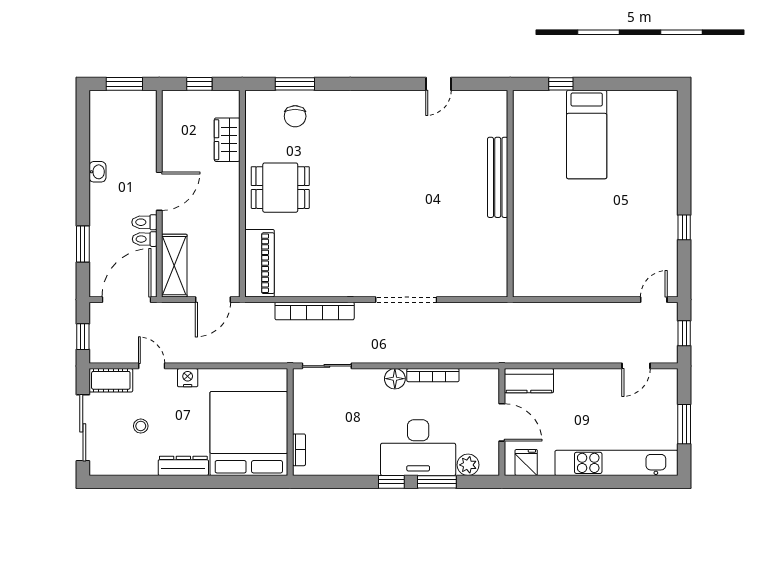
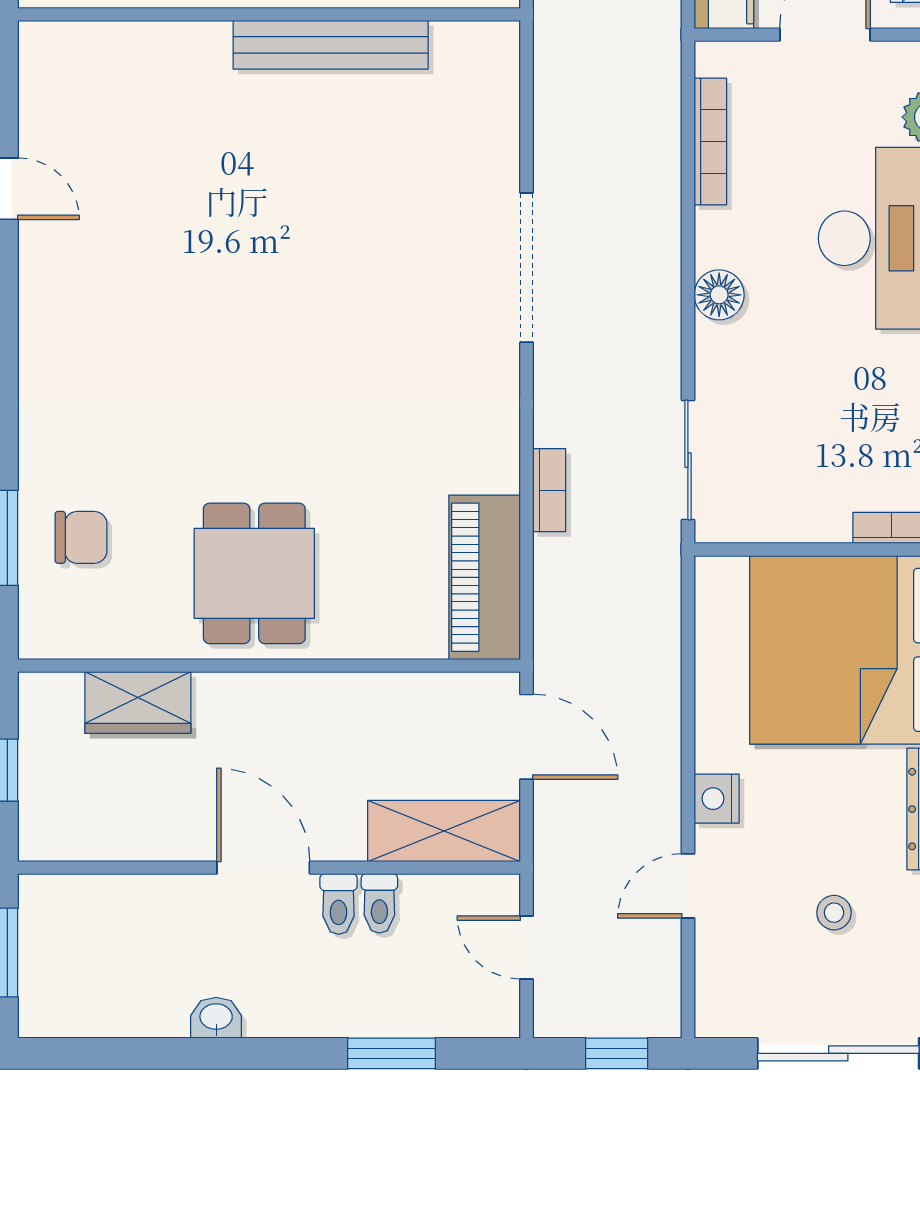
bench: (498, 177) -> (331, 45), moved
piano: (260, 263) -> (485, 577), moved, turned -90
door: (126, 300) -> (526, 947), width x0.53
bookcase: (315, 311) -> (549, 490), width x0.43, depth x0.76
bookcase: (433, 375) -> (710, 141), moved
cot: (111, 380) -> (723, 985), removed

